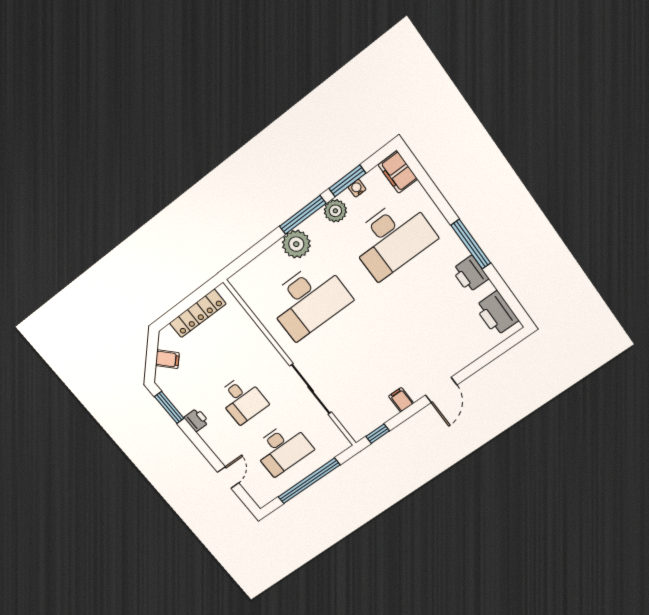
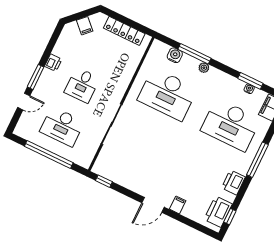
plant: (335, 211) -> (230, 83), removed
window: (303, 215) -> (194, 54), moved
plant: (296, 244) -> (204, 68), width x0.53, depth x0.53
window: (471, 244) -> (257, 160), moved
water cooler: (262, 265) -> (175, 55), added
window: (512, 302) -> (230, 217), added
filing cabinet: (401, 400) -> (178, 205), moved
window: (169, 408) -> (36, 77), moved

